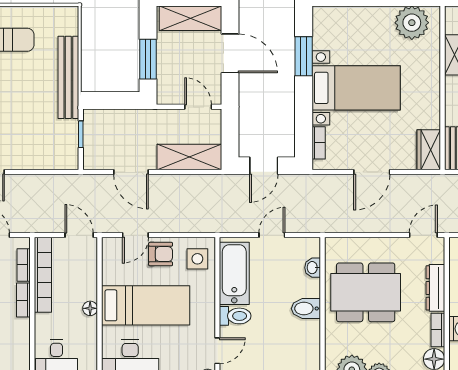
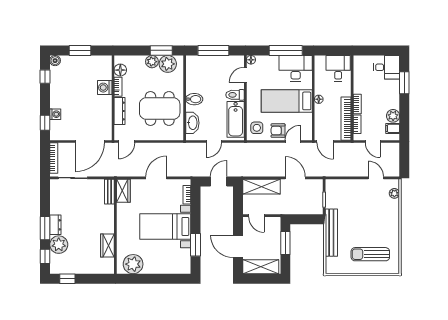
washbasin: (313, 268) -> (192, 123), width x1.91, depth x1.45

